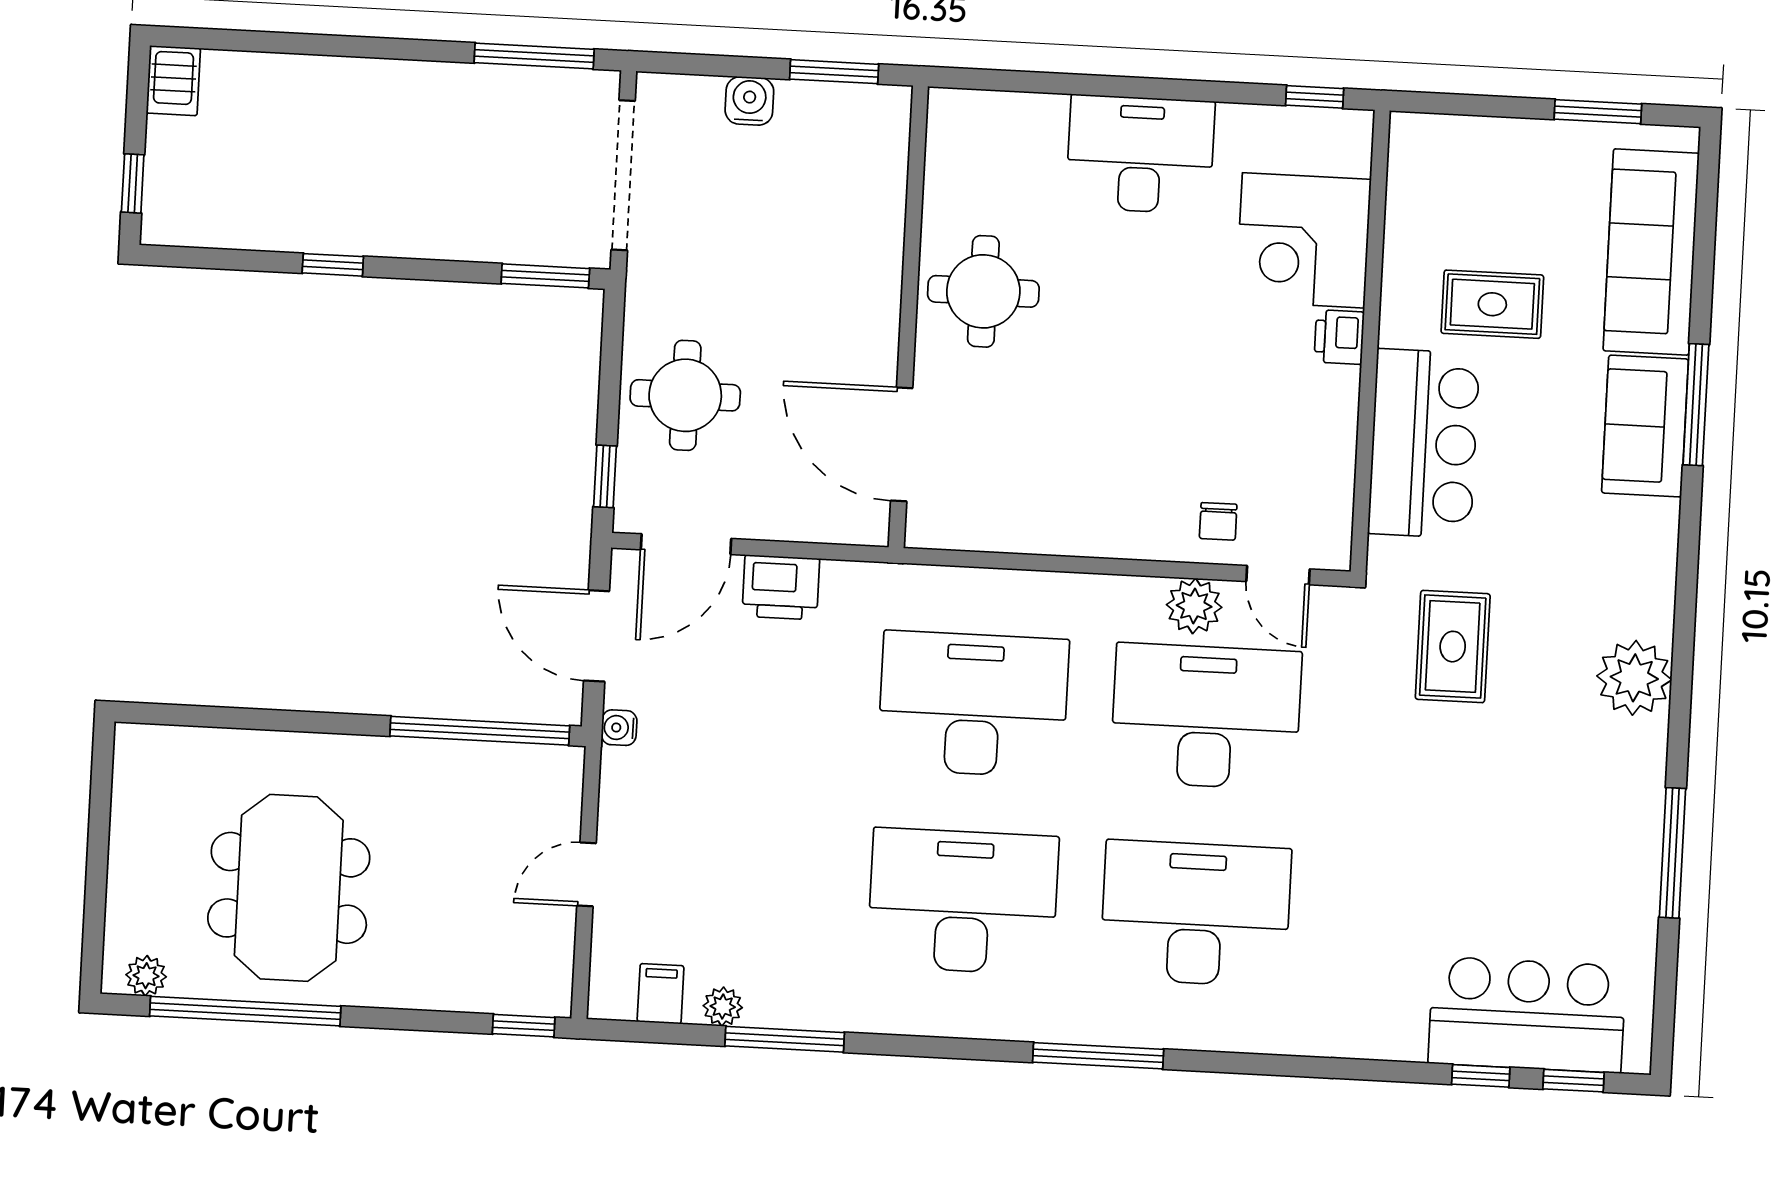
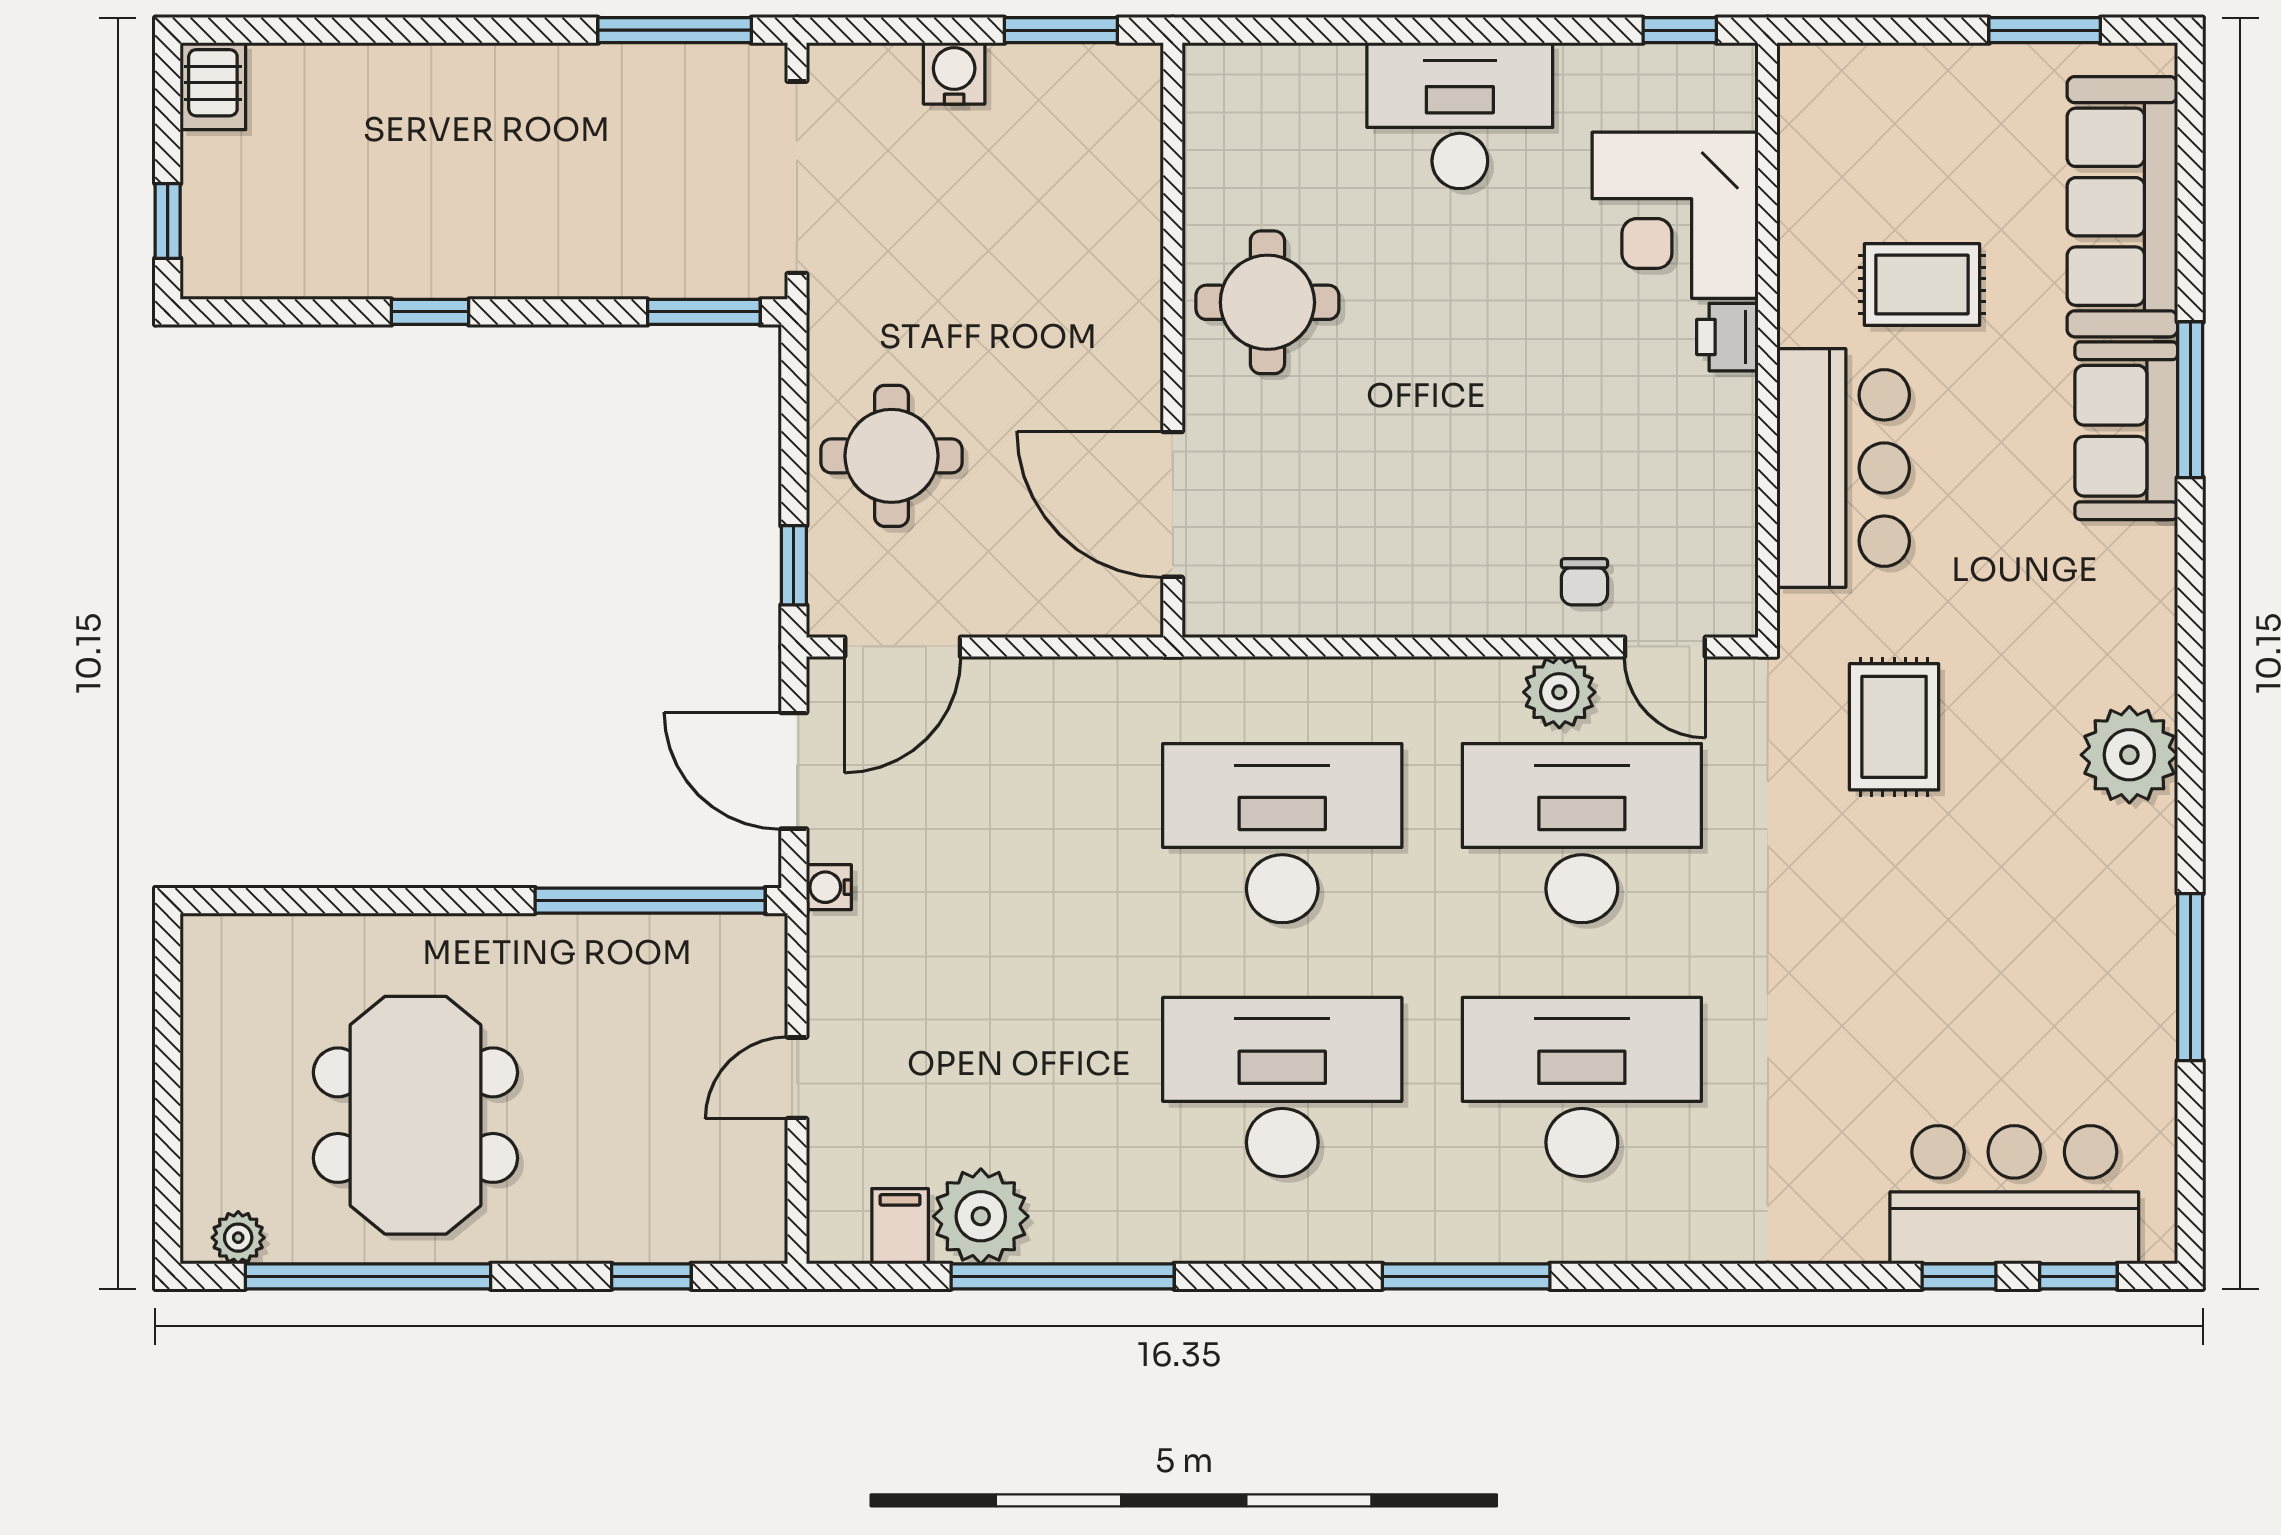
printer: (781, 587) -> (1027, 696), removed
plant: (723, 1007) -> (981, 1216), width x1.88, depth x1.88
window: (524, 1026) -> (651, 1276), moved
window: (785, 1039) -> (1063, 1276), width x1.46

